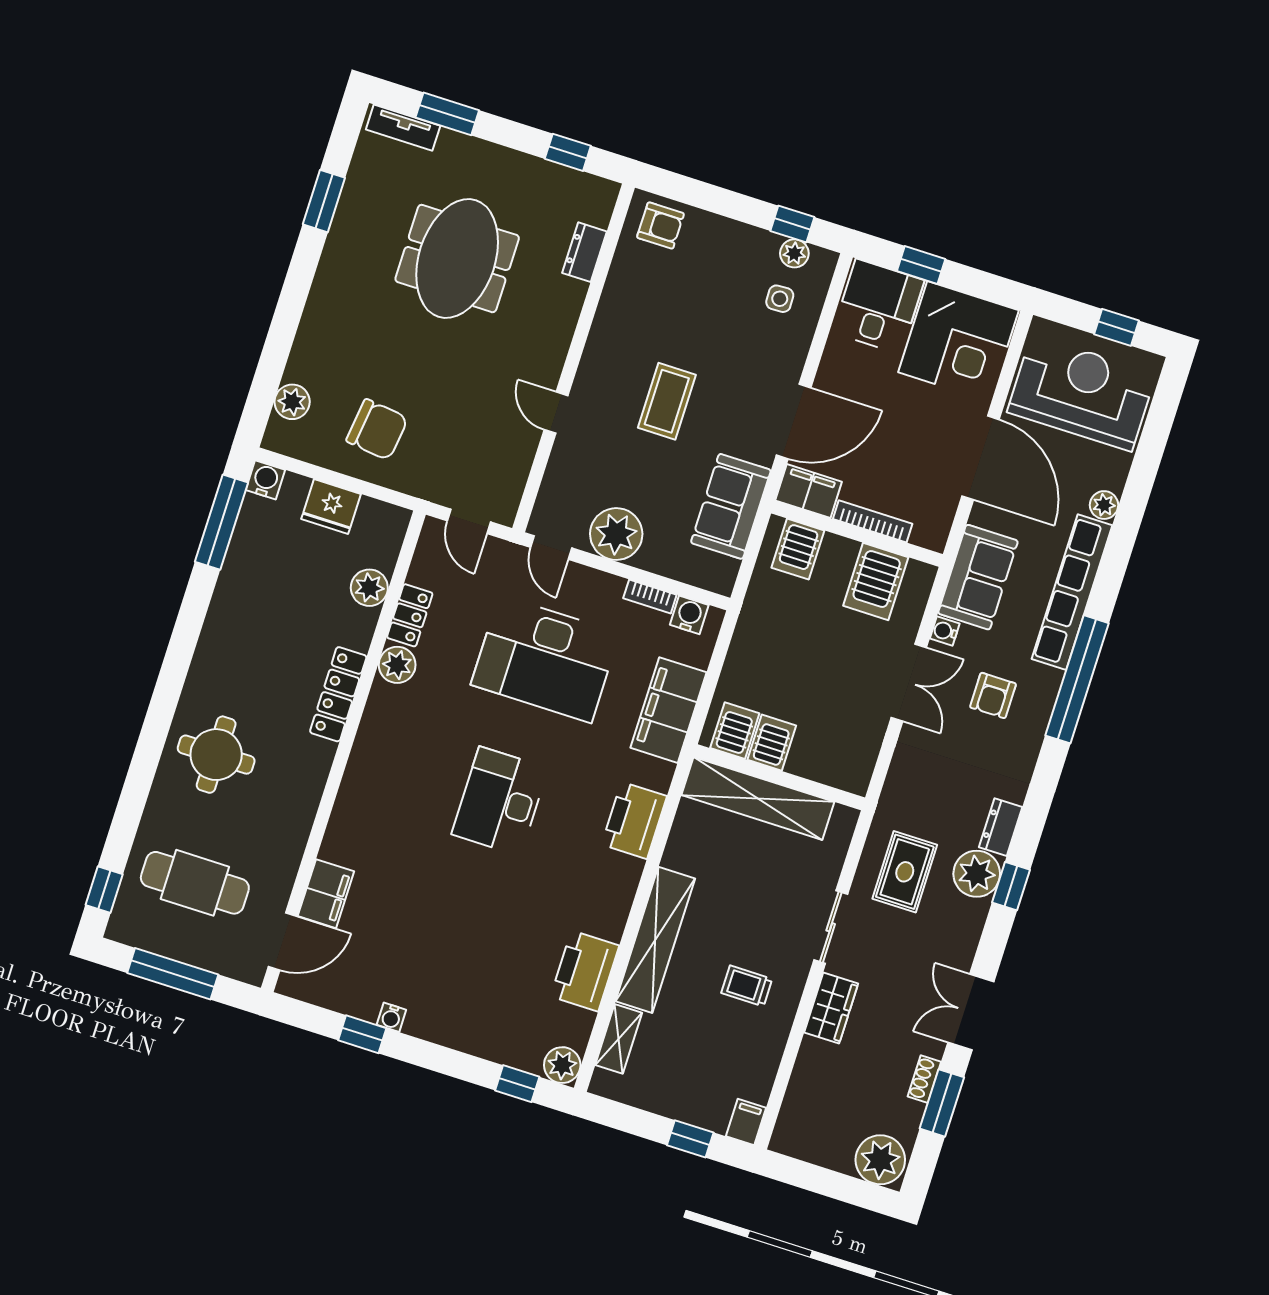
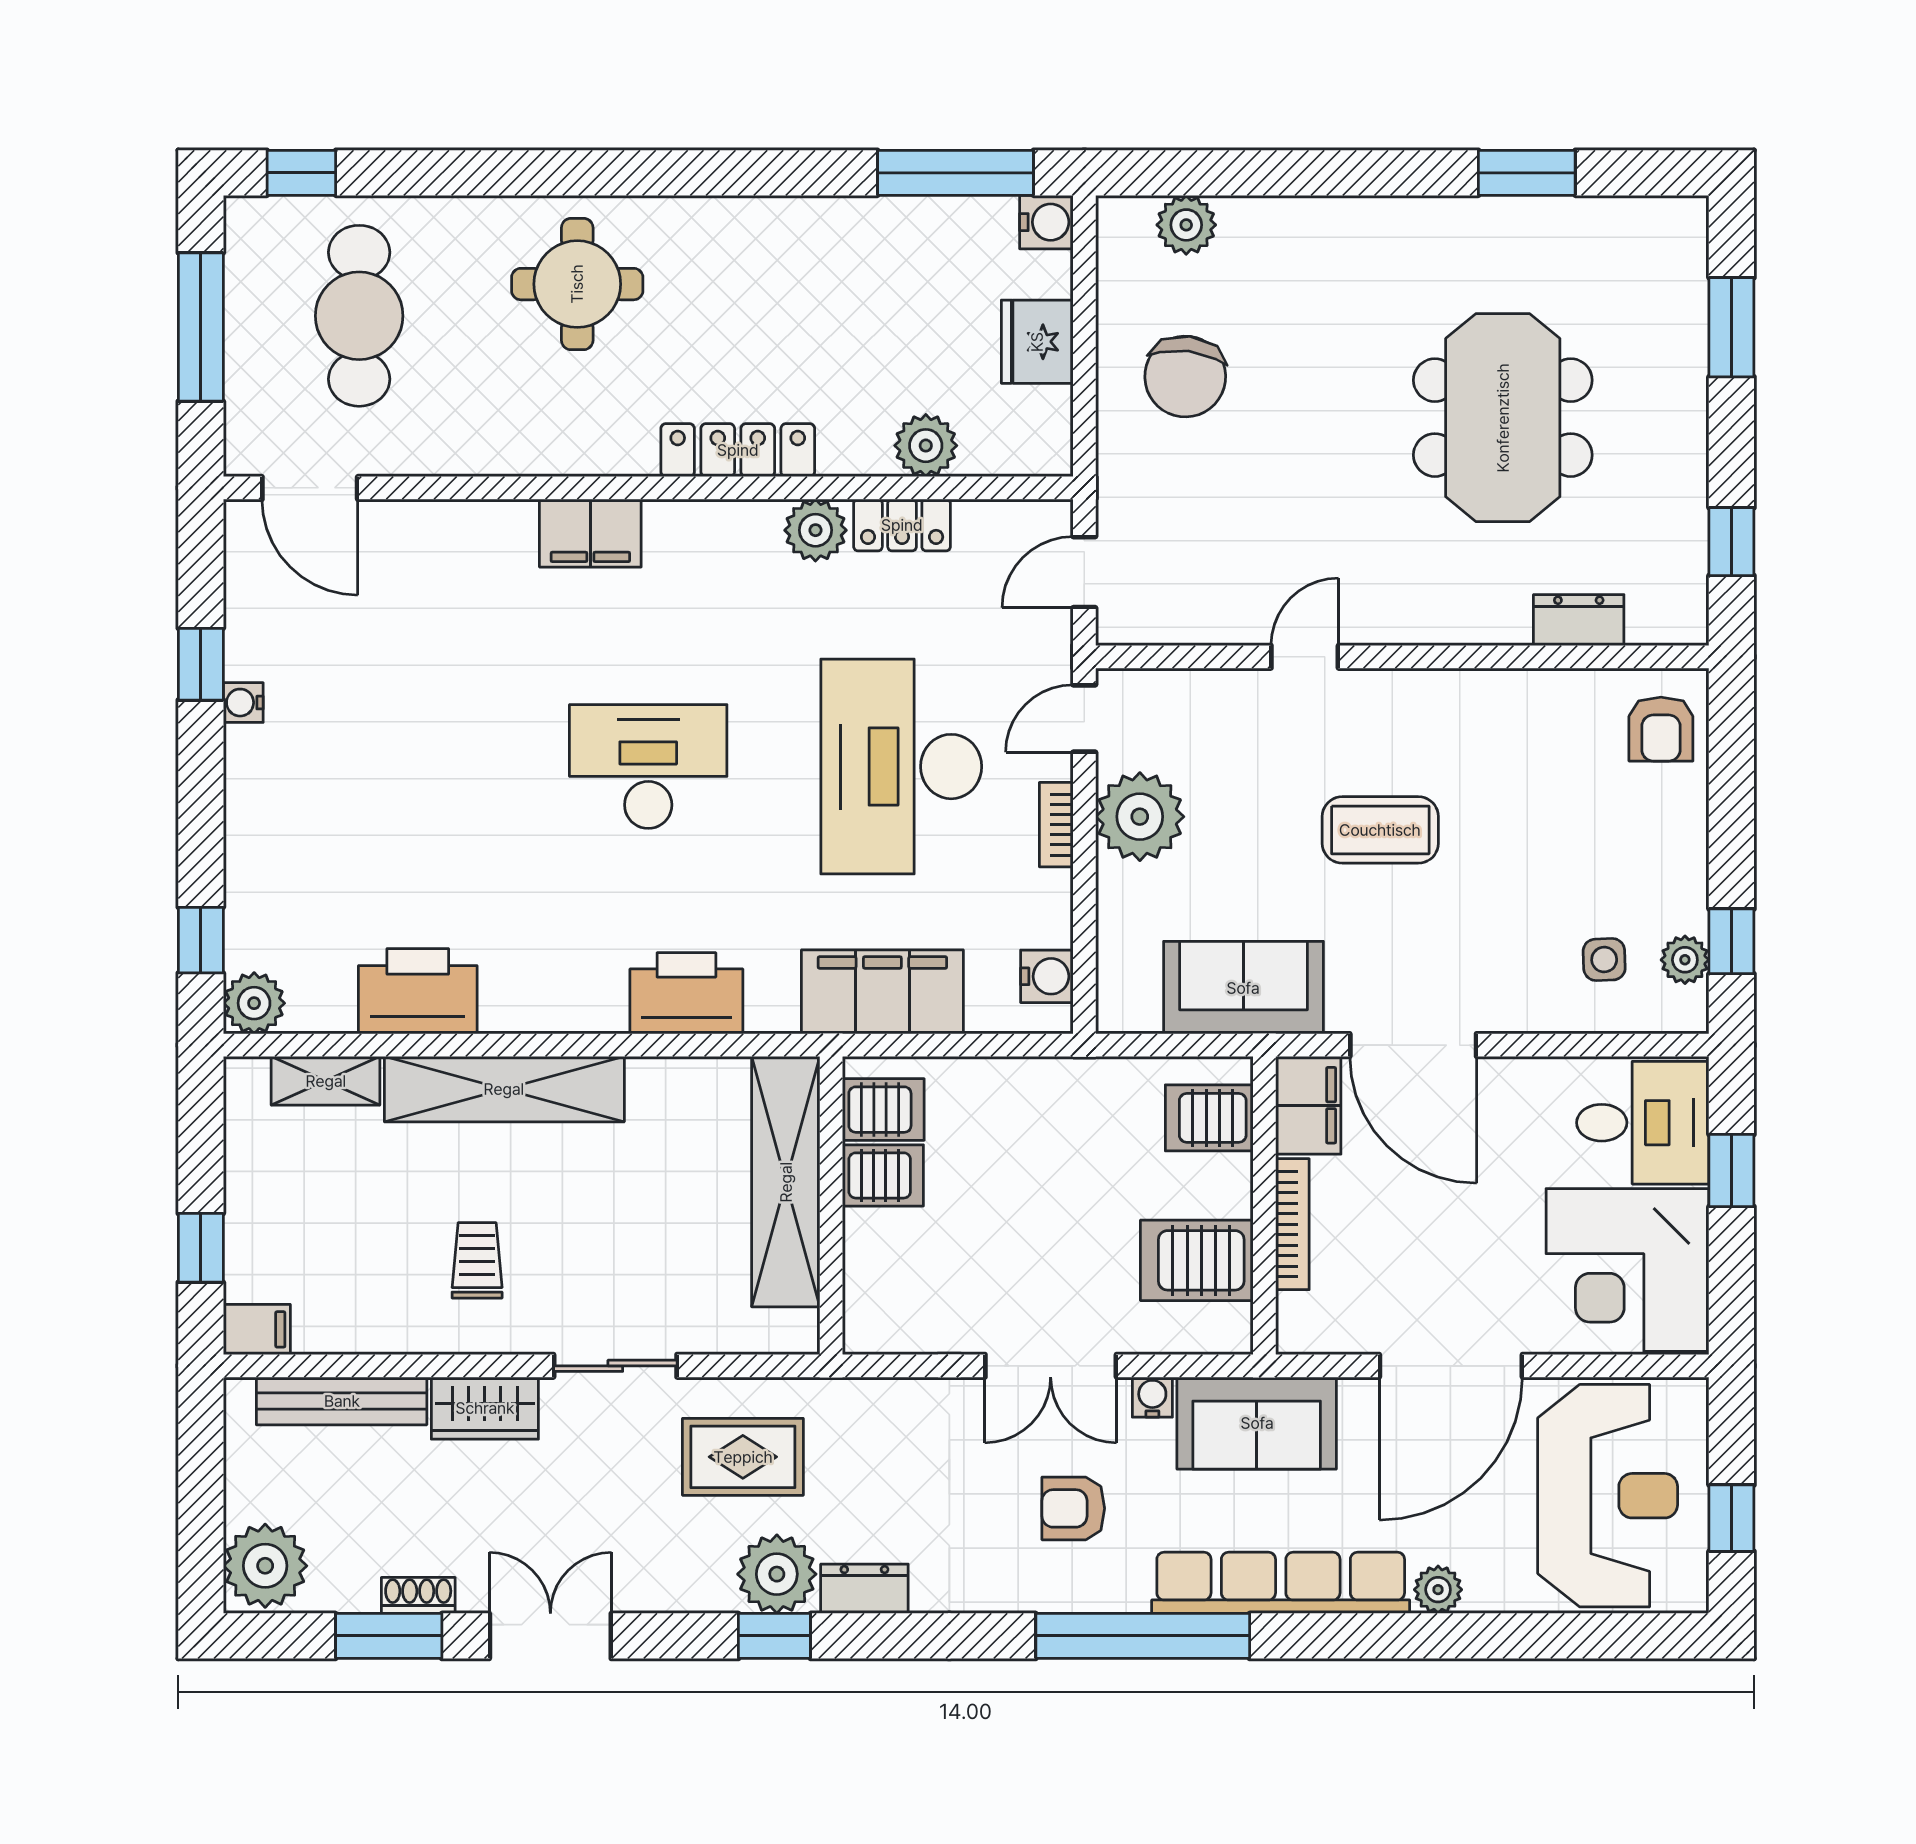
tv unit: (403, 128) -> (1686, 263), removed
meeting table: (457, 259) -> (1503, 418), turned 90
bookcase: (650, 597) -> (1056, 825), moved
filing cabinet: (326, 894) -> (590, 533), moved
bench: (801, 1087) -> (342, 1401), added

